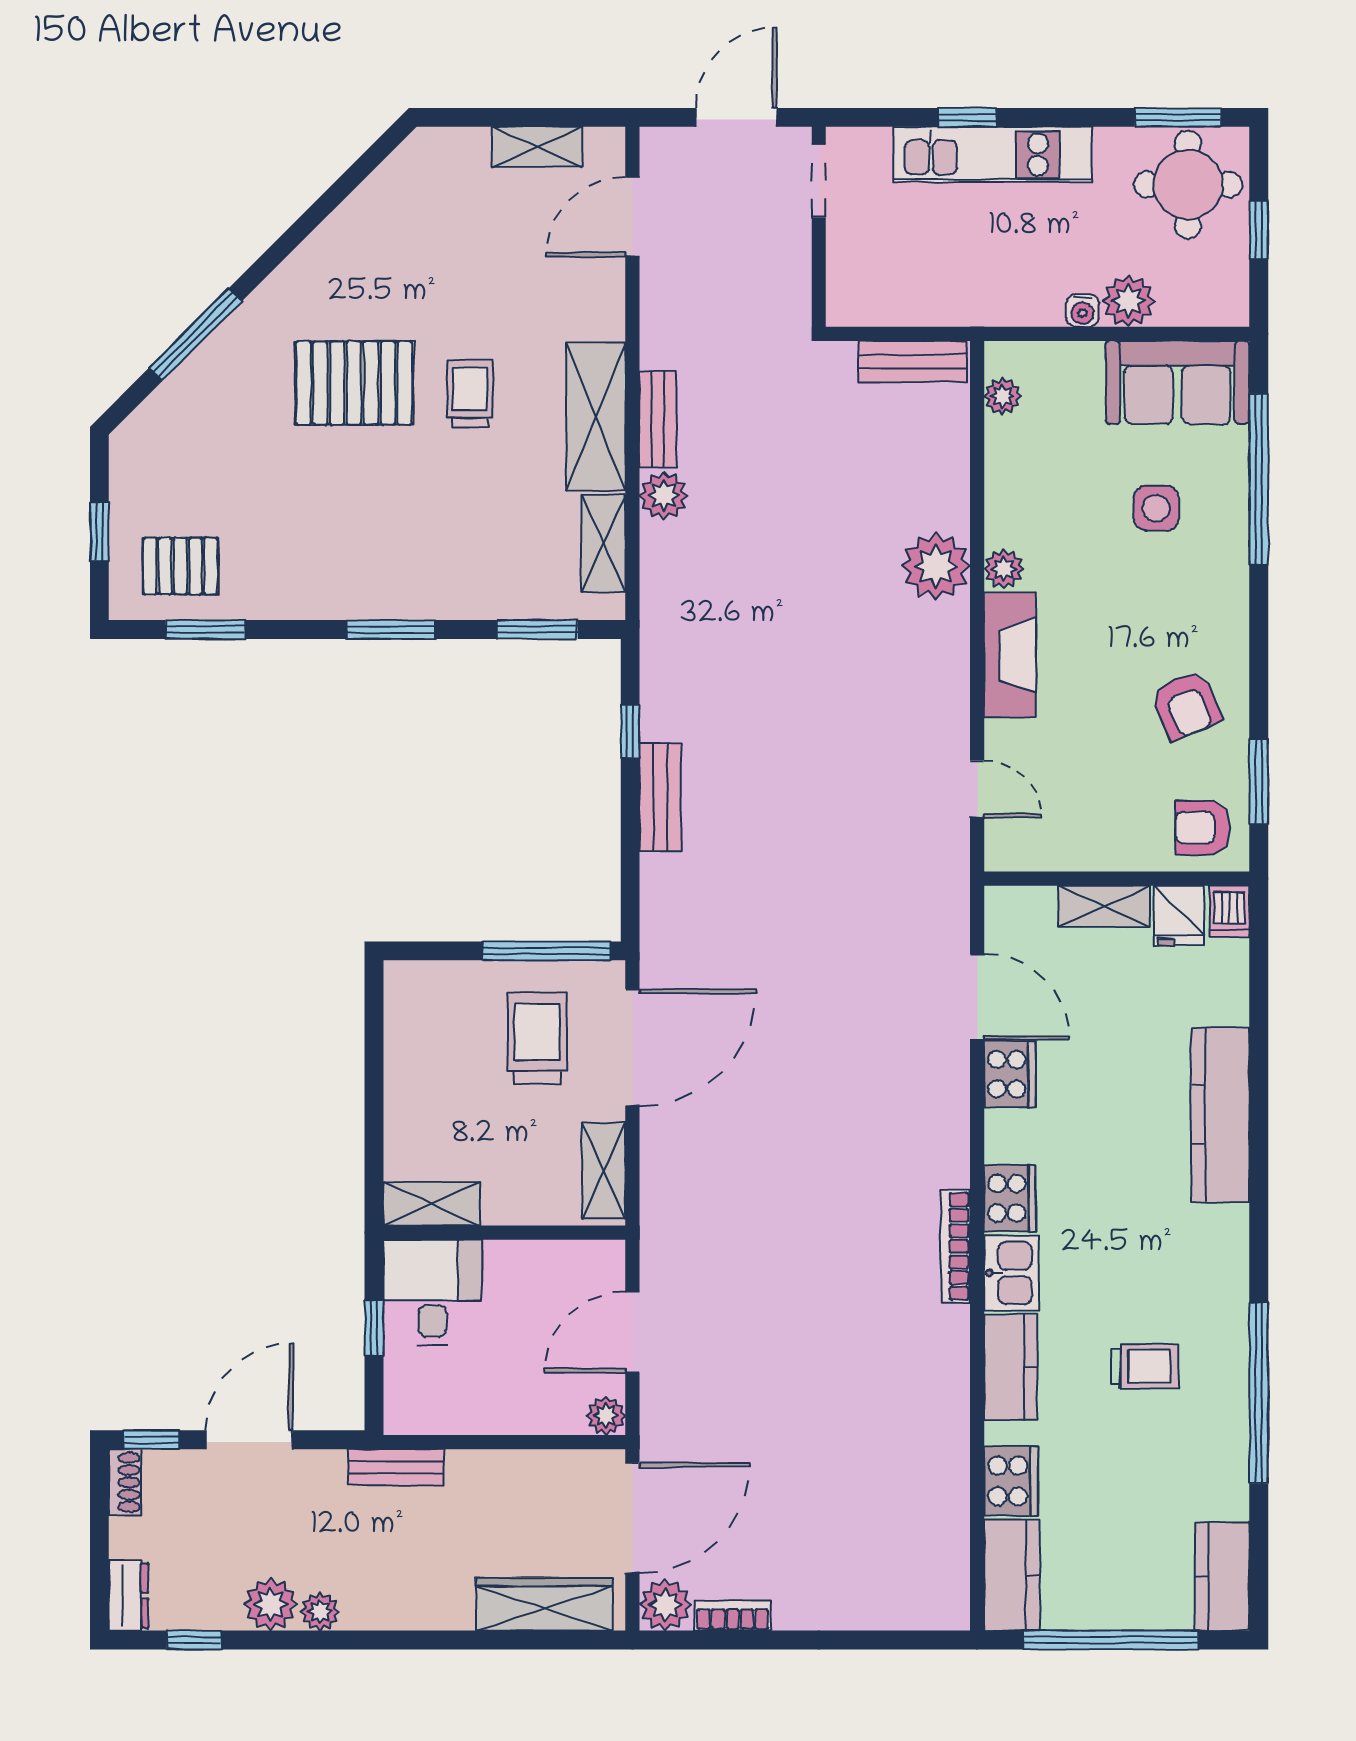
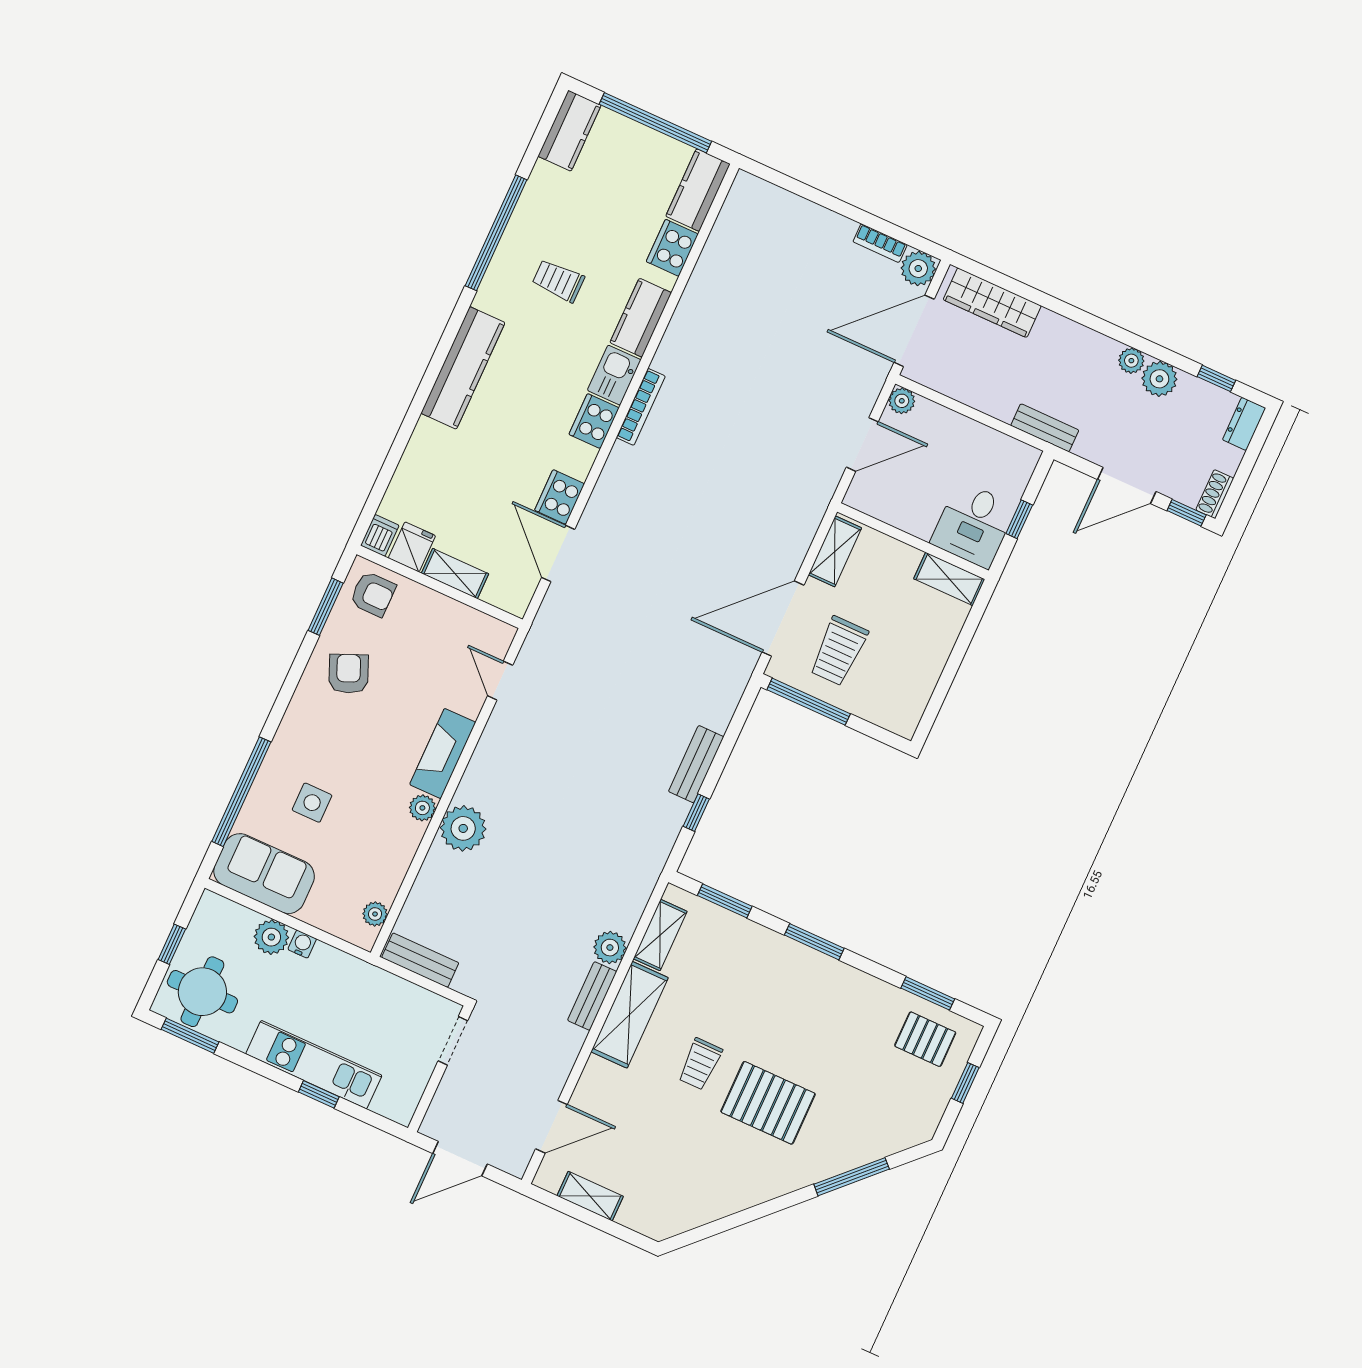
doorway: (819, 181) -> (453, 1041), moved
kitchen counter: (1220, 1115) -> (463, 368), moved

